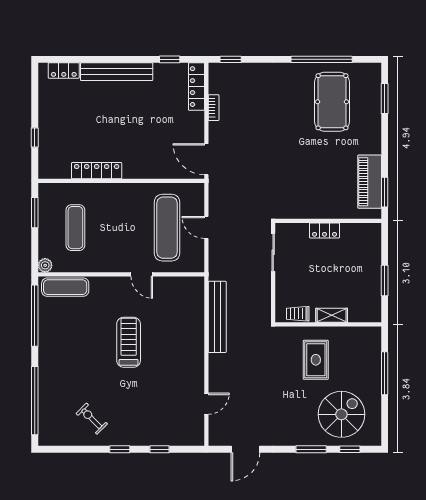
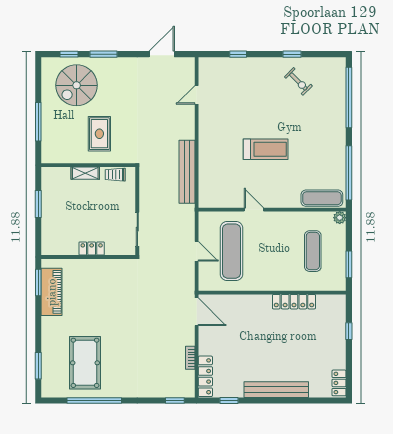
locker: (64, 71) -> (339, 383), moved, turned -90
trolley: (298, 314) -> (115, 175), turned 180
treadmill: (129, 342) -> (266, 149), turned -90
window: (120, 449) -> (292, 54), moved

